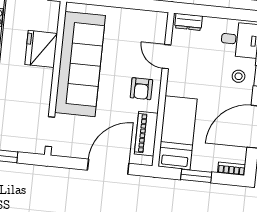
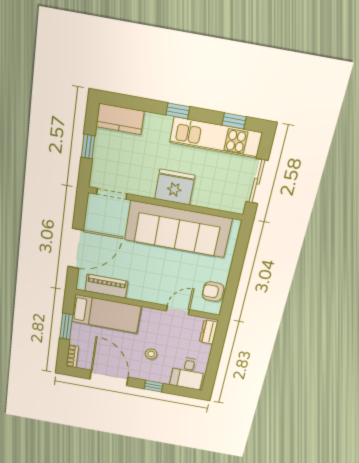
fridge: (41, 49) -> (175, 187), moved
stool: (239, 76) -> (151, 354), moved
armchair: (141, 89) -> (213, 292), moved
door: (108, 167) -> (76, 248), hinge flipped

